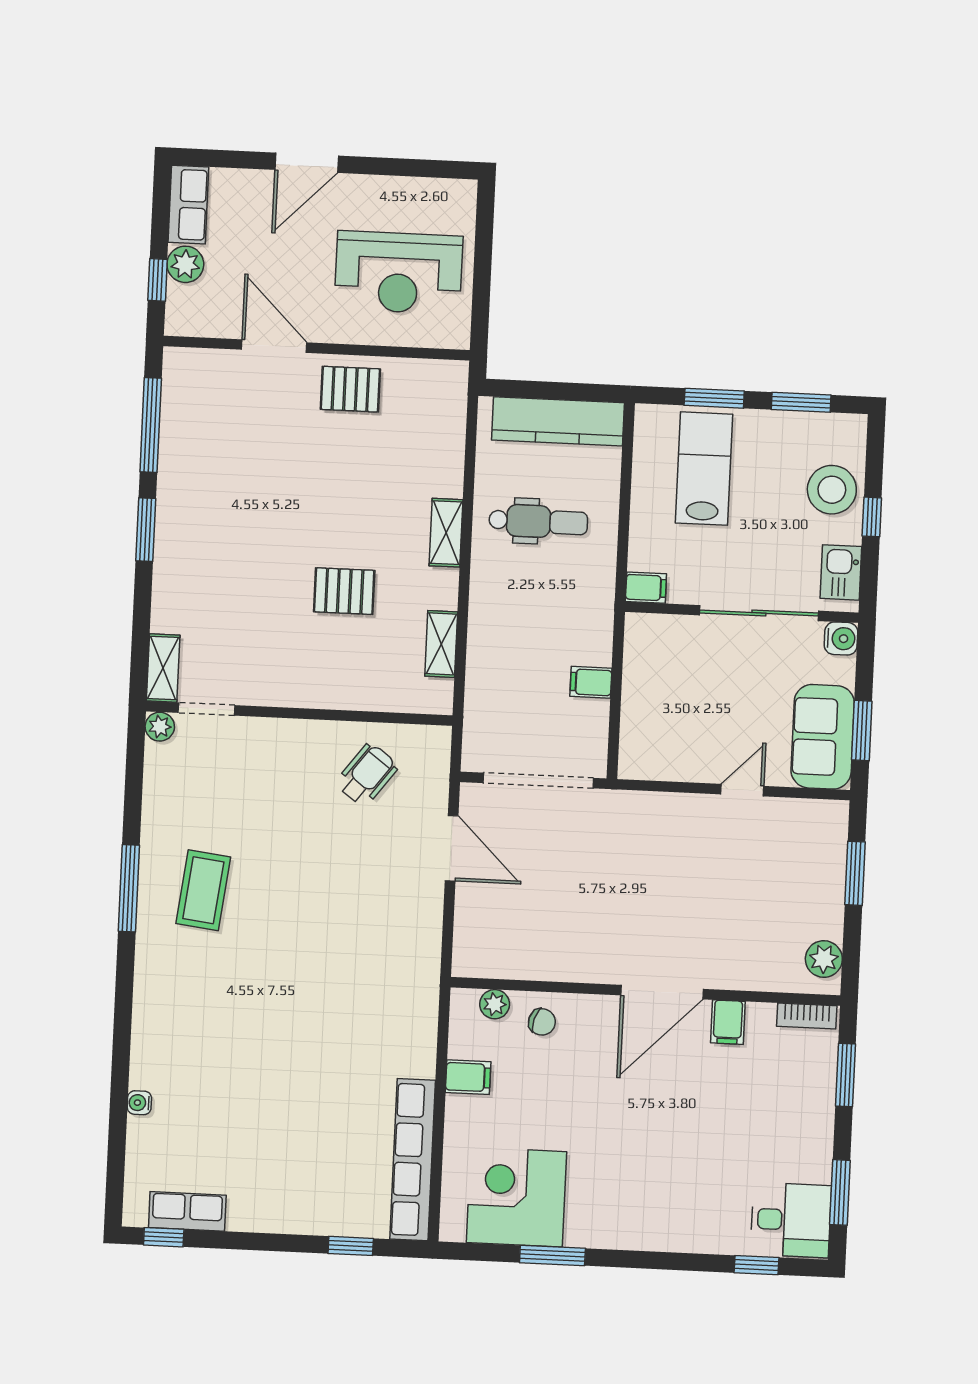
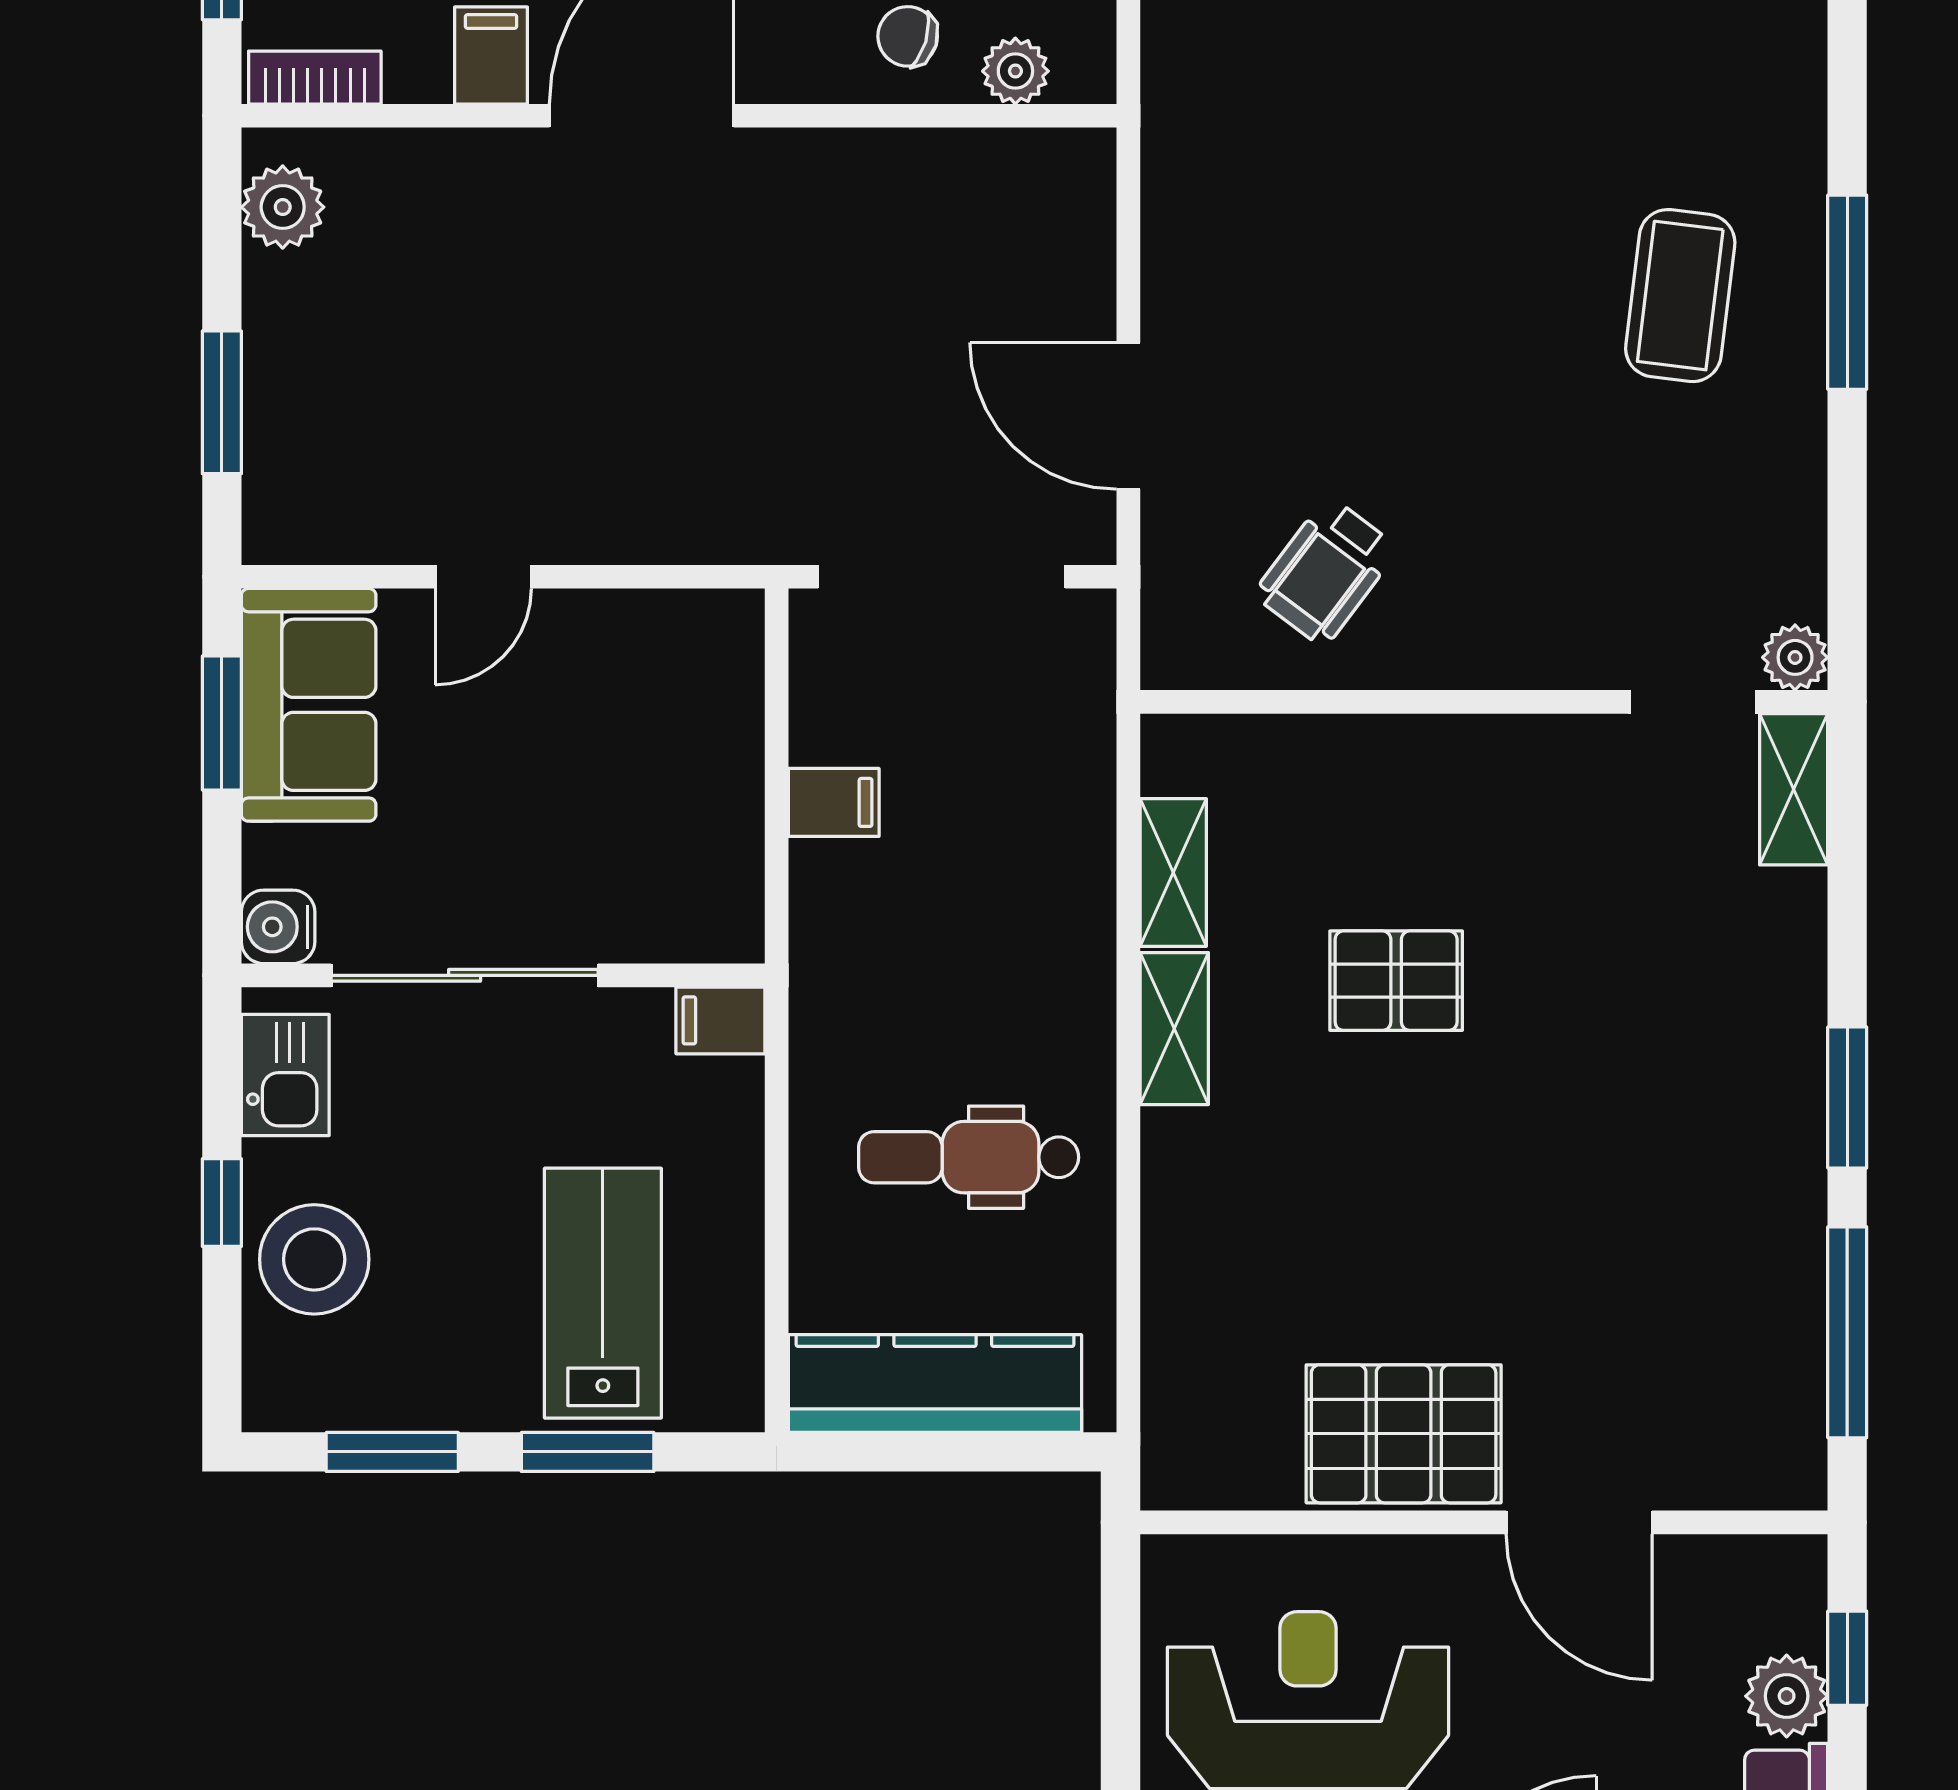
pallet: (350, 389) -> (1404, 1434), width x1.50, depth x1.42
lab bench: (704, 469) -> (603, 1293), turned 180
shelving: (446, 533) -> (1174, 1029), moved

